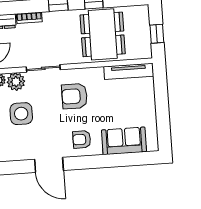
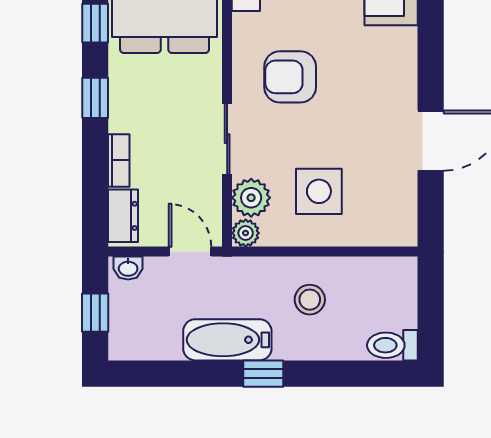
armchair: (75, 96) -> (290, 77), turned 90
armchair: (82, 139) -> (382, 68), removed

